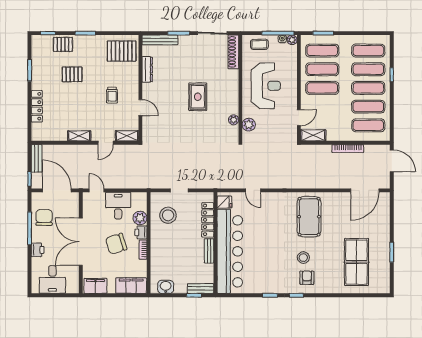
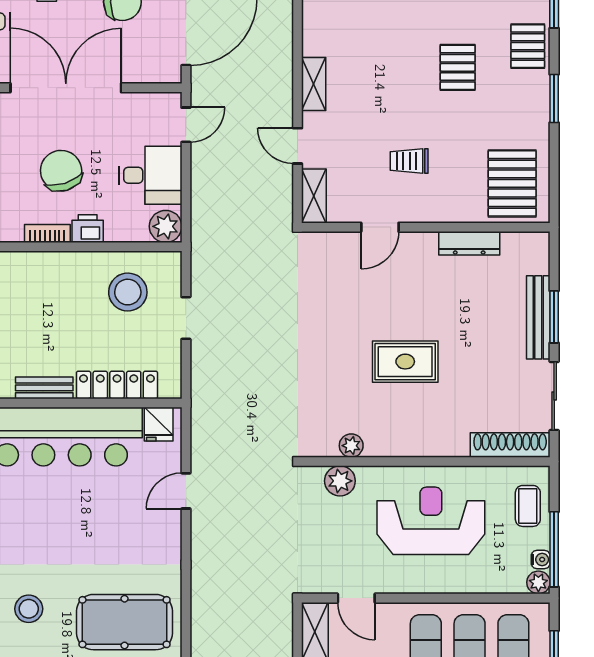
bench: (160, 40) -> (538, 317), moved
reception desk: (266, 86) -> (431, 521), turned 180
plant: (140, 218) -> (166, 226), moved

